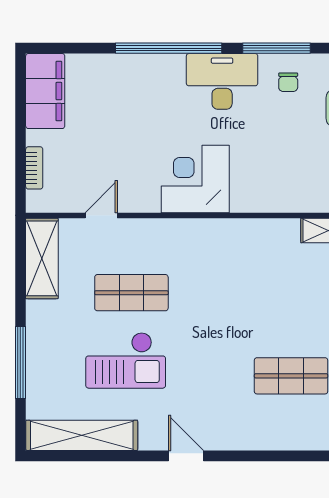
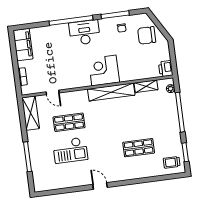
desk: (222, 81) -> (85, 33), moved
corner desk: (195, 179) -> (104, 70), moved
door: (101, 215) -> (53, 92), swing flipped
shelving: (82, 435) -> (111, 92), moved

